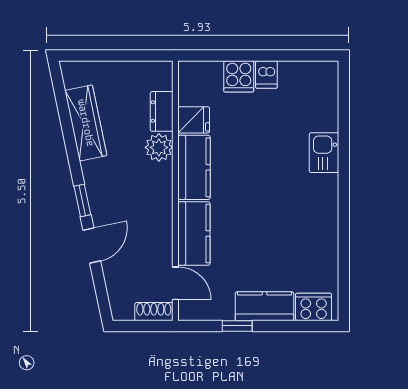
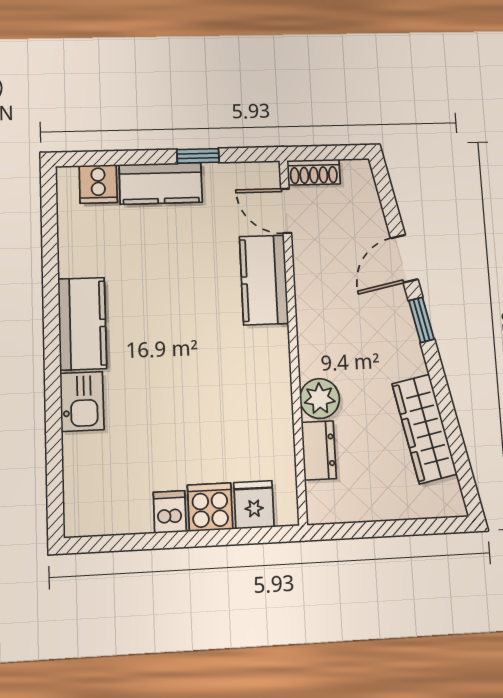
fridge: (194, 120) -> (254, 505), moved, turned 90
kitchen counter: (194, 167) -> (82, 324), moved, turned 180
cooker: (314, 307) -> (98, 184), width x0.73

